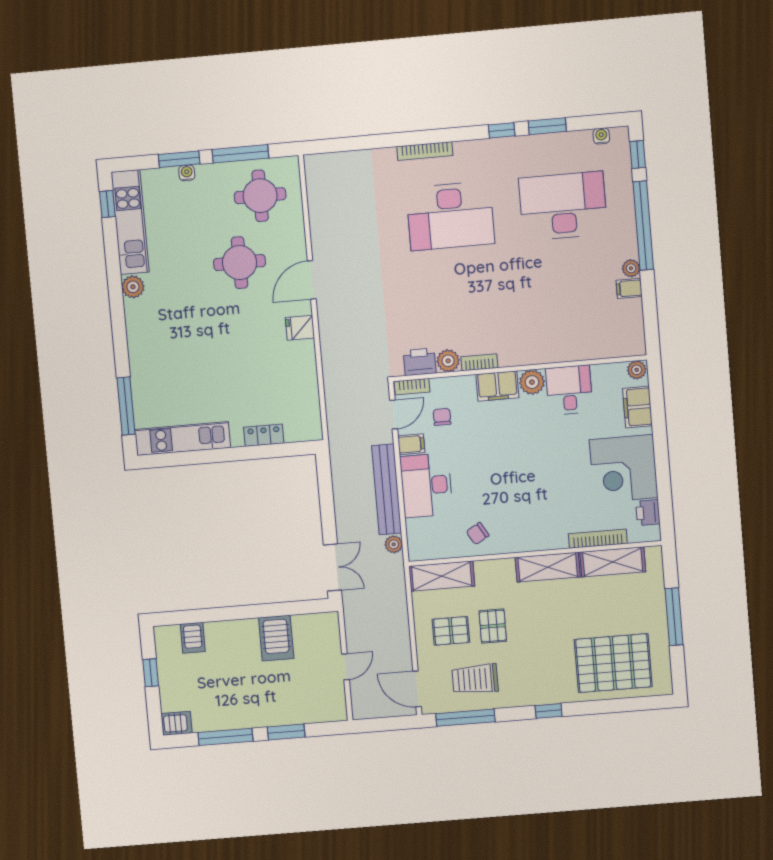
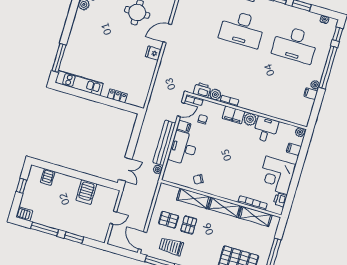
desk: (563, 206) -> (295, 44), turned 180
filing cabinet: (637, 407) -> (294, 149), width x0.50
shelving: (442, 576) -> (194, 198), moved

